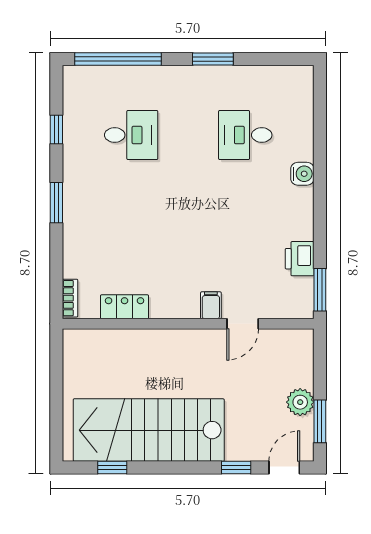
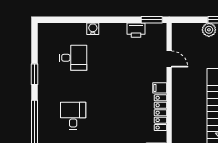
desk: (245, 135) -> (73, 58), turned -90
filing cabinet: (211, 305) -> (160, 88), moved
locker: (125, 307) -> (160, 113), width x1.53

